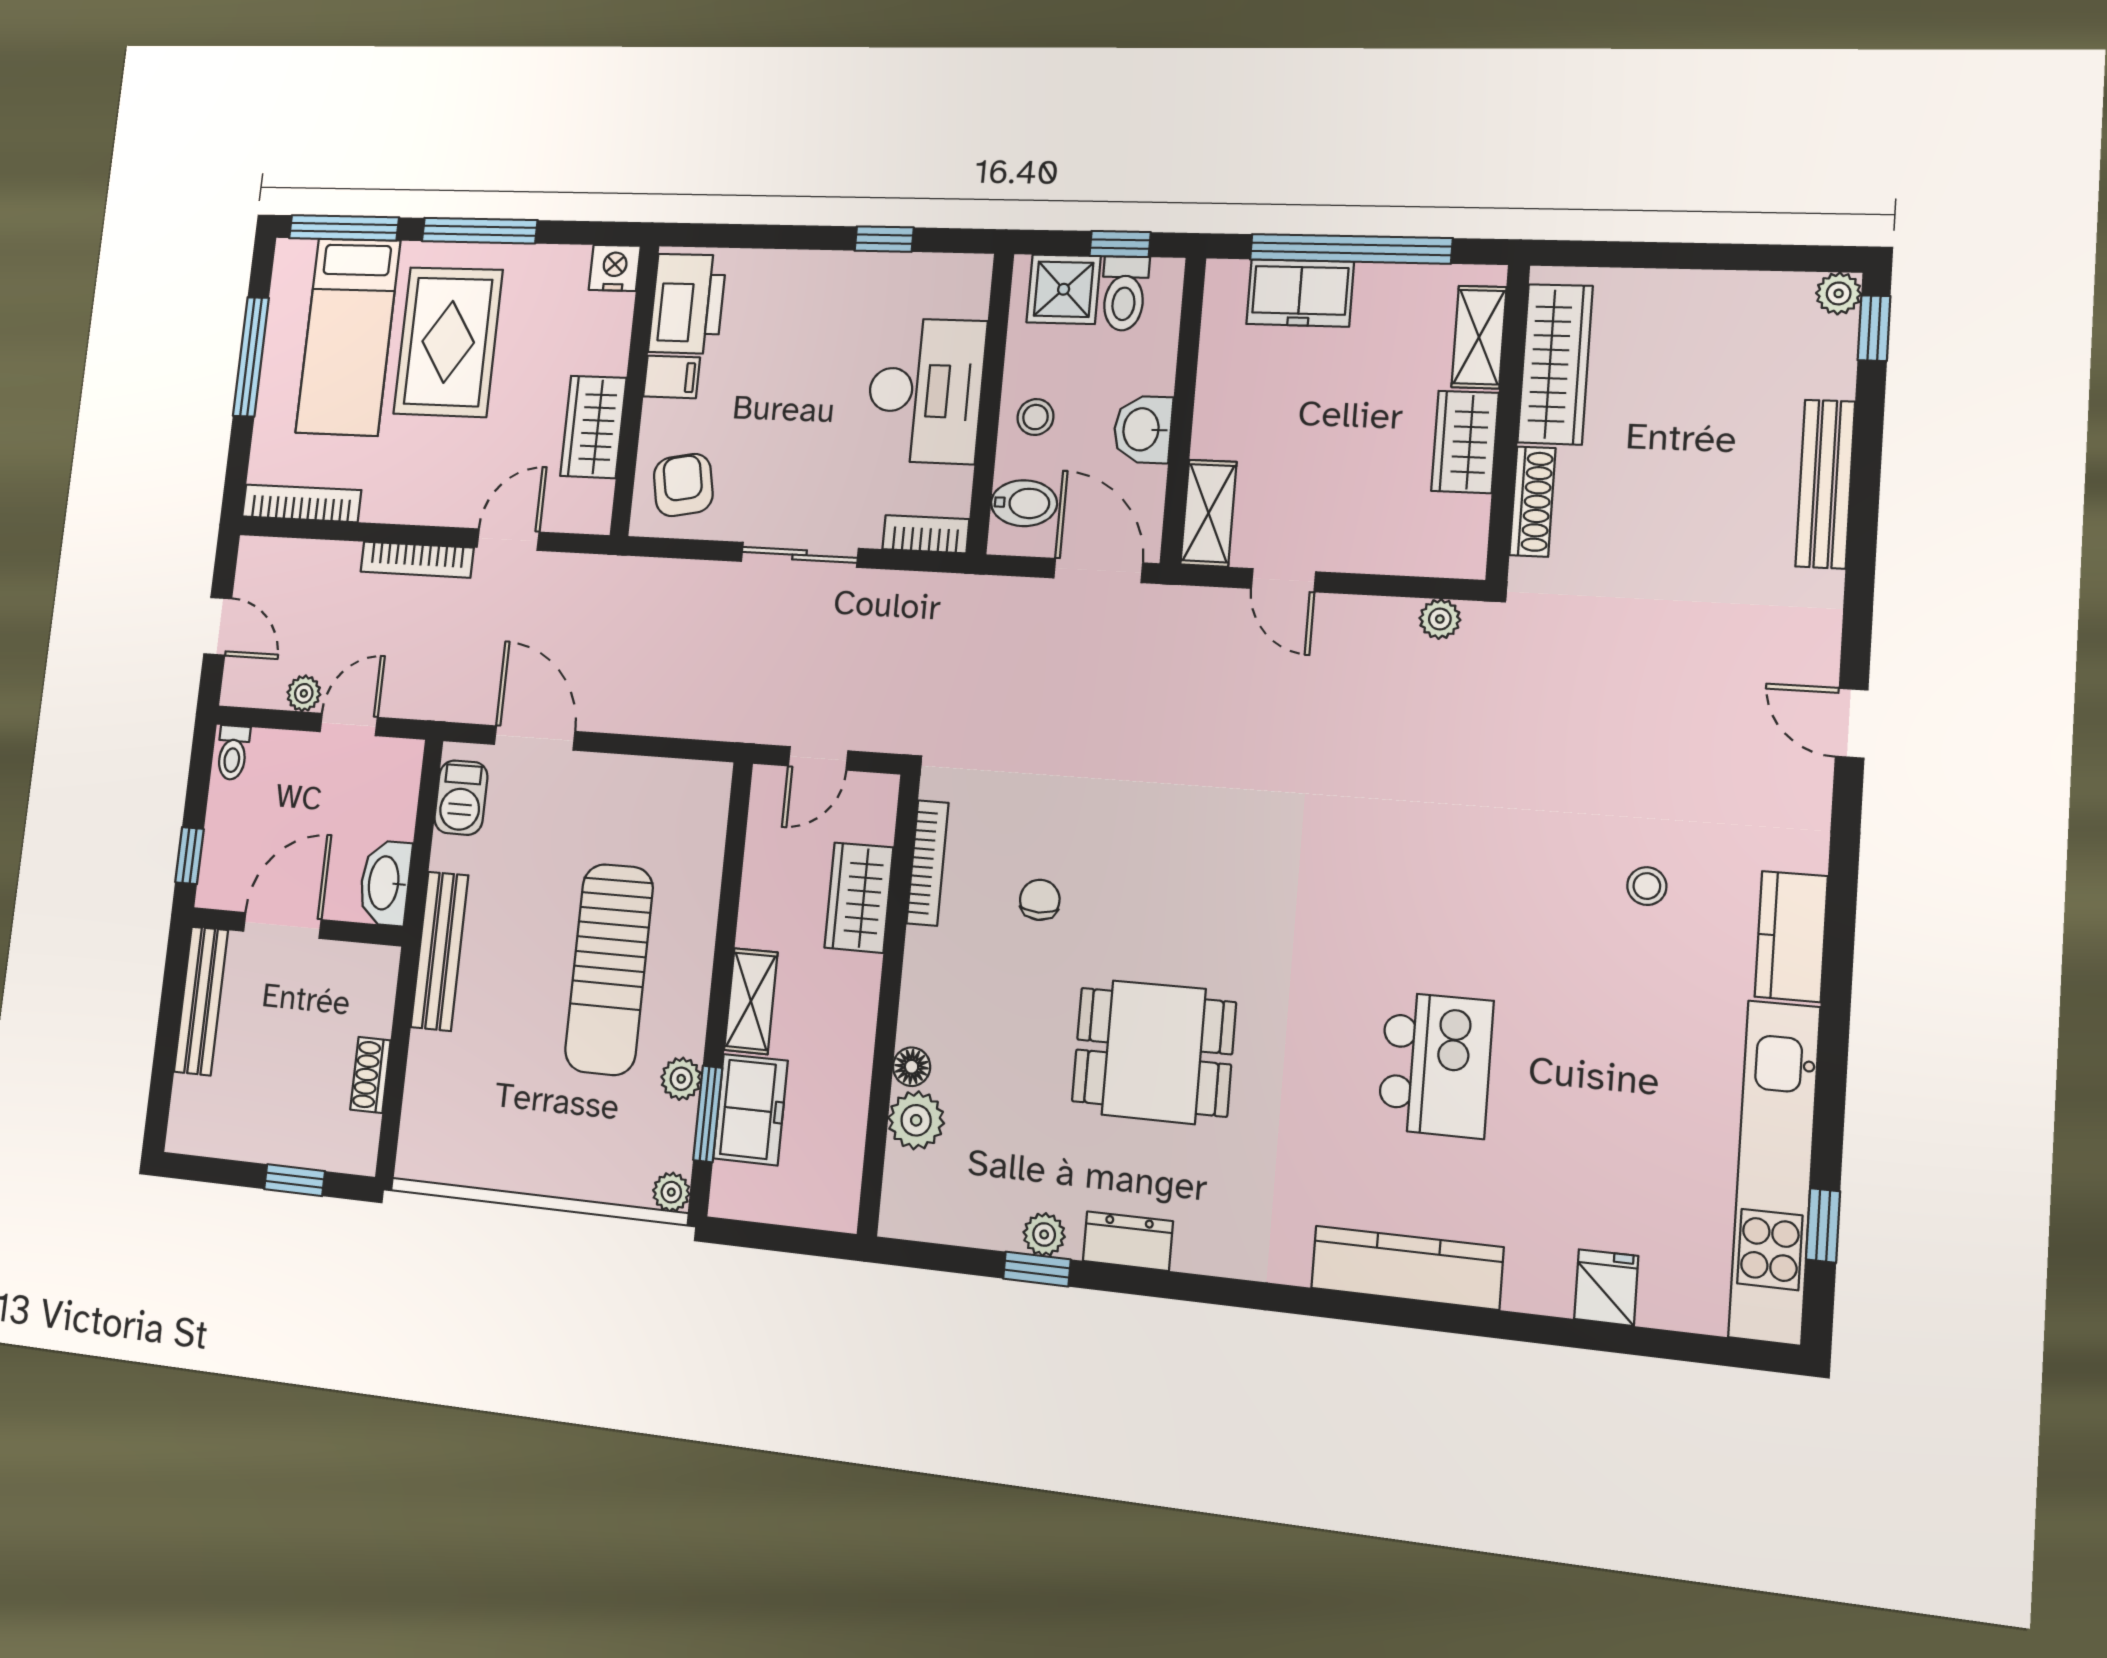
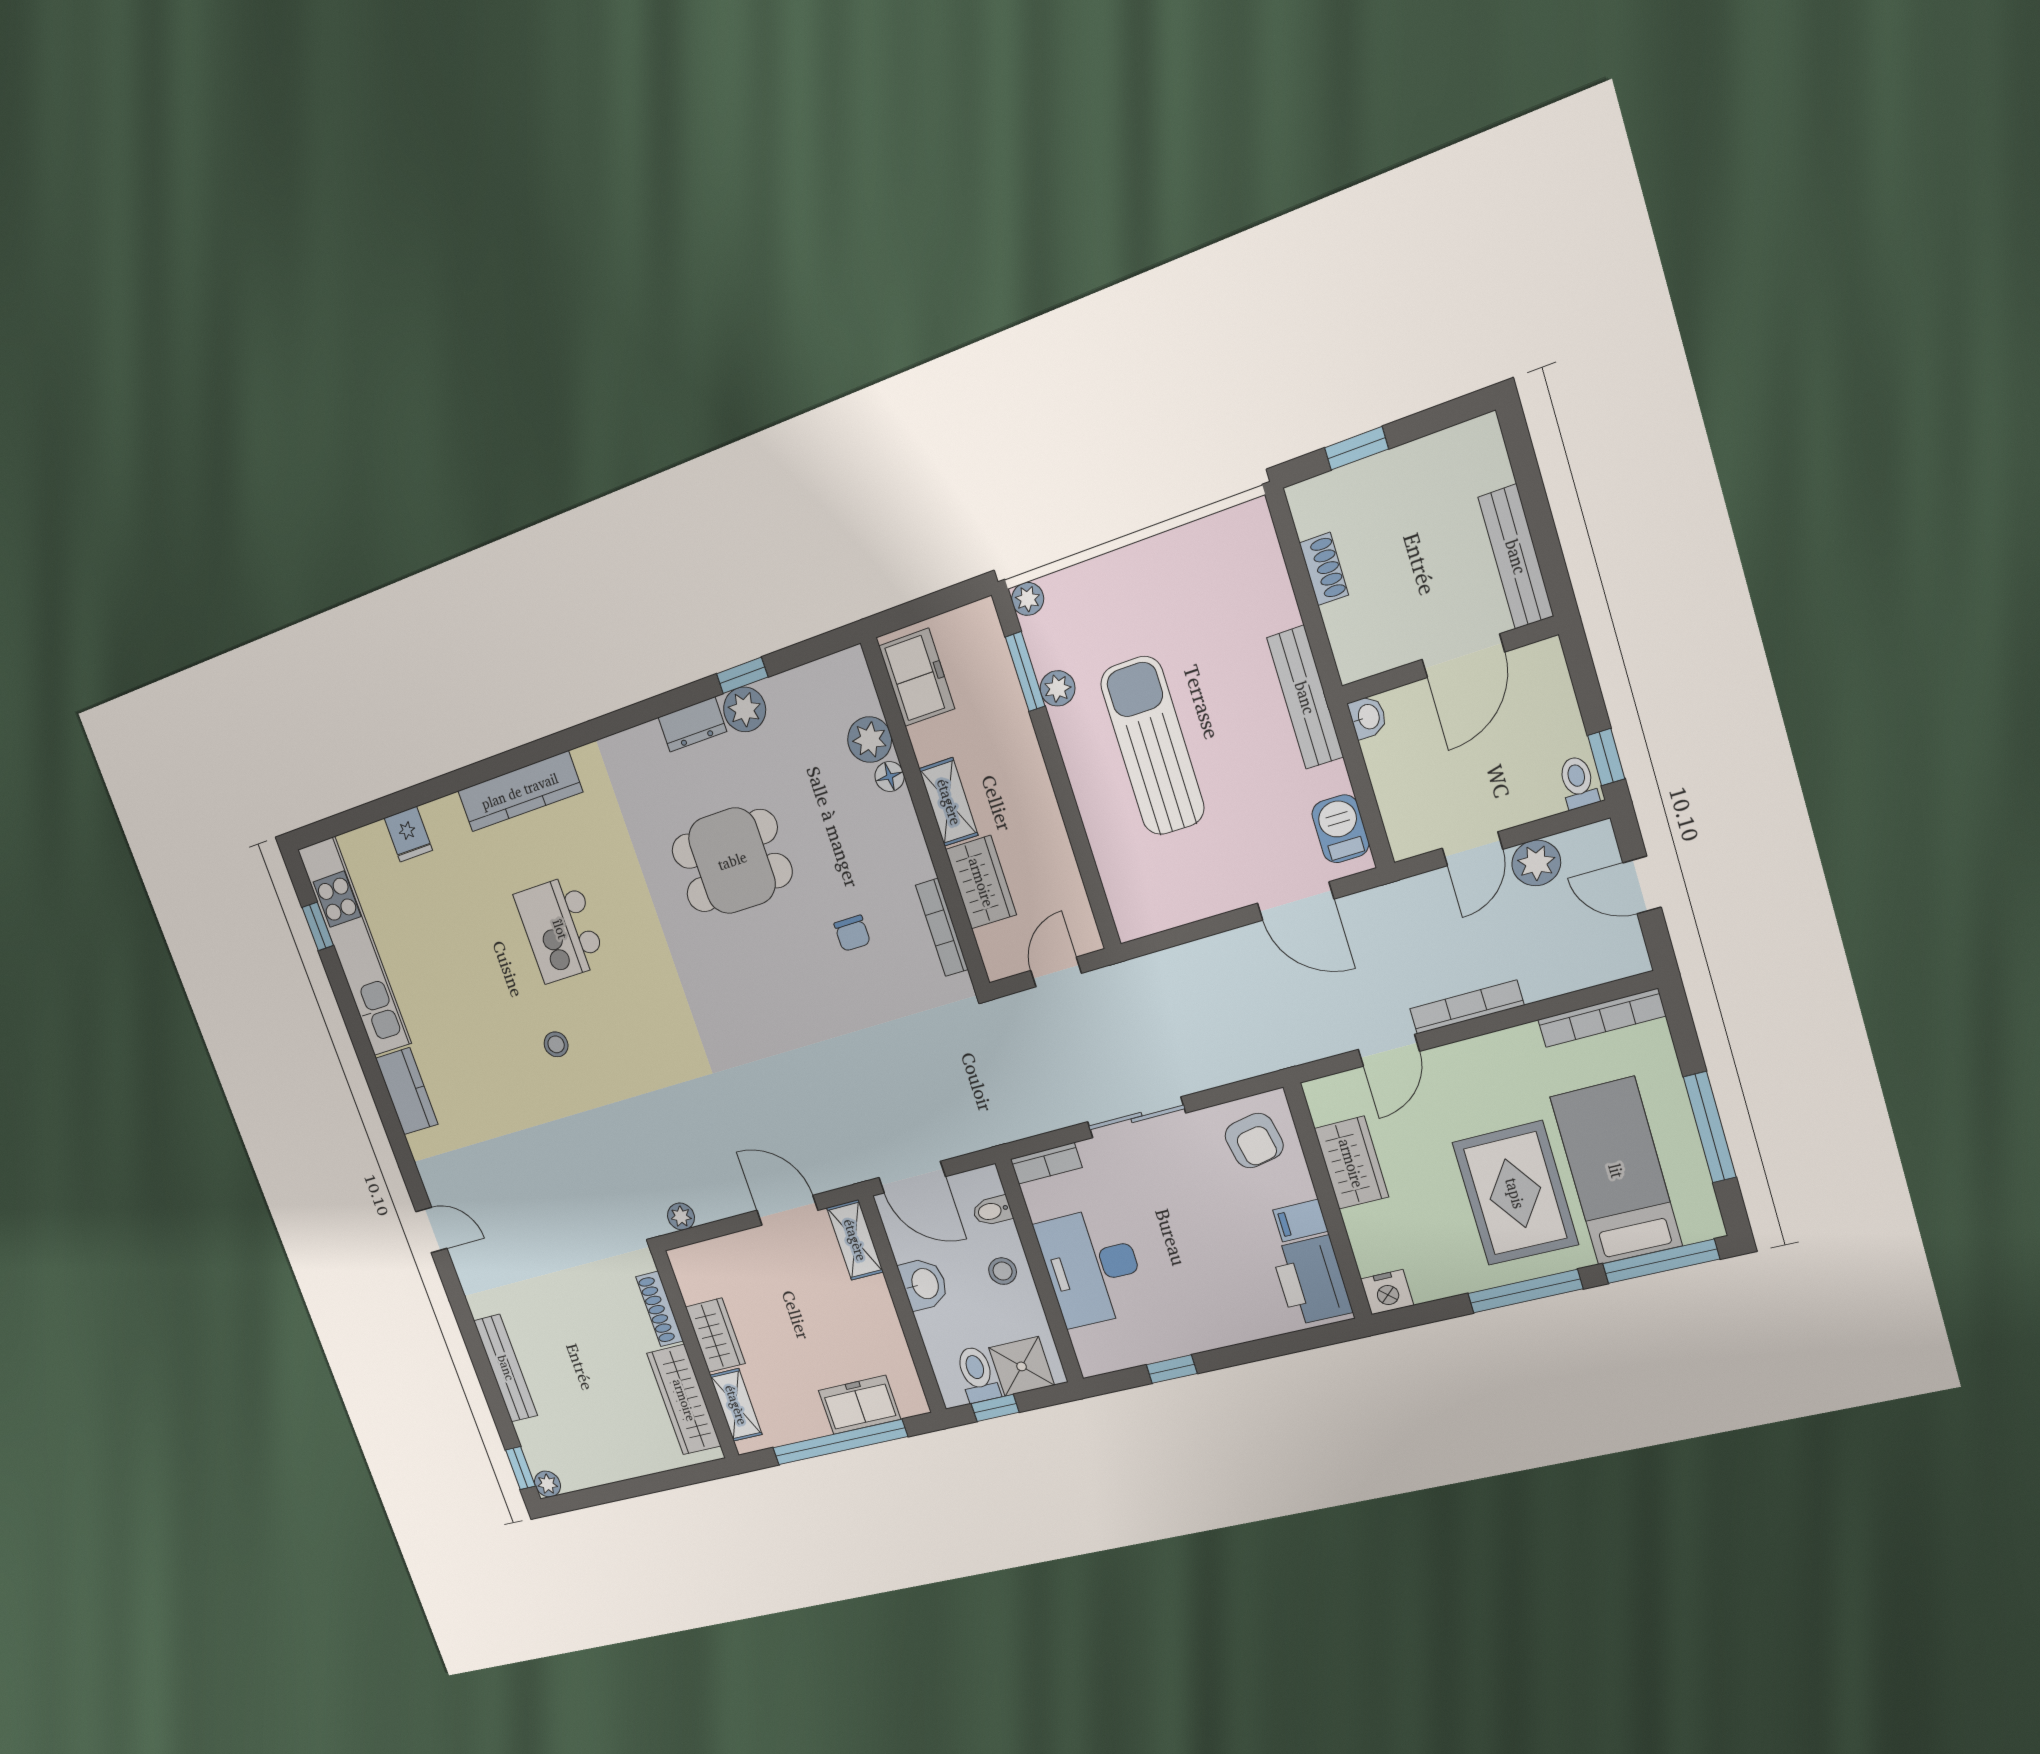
bidet: (1024, 503) -> (992, 1211), width x0.72, depth x0.74
door: (1283, 580) -> (787, 1210), width x1.38
plant: (304, 693) -> (1536, 863), width x1.38, depth x1.38
window: (189, 856) -> (1606, 757), moved
washbasin: (385, 883) -> (1368, 717), width x0.52, depth x0.69
stool: (1647, 886) -> (556, 1044), moved
shelving: (751, 1001) -> (949, 802), moved
freezer: (750, 1110) -> (917, 677), moved, turned 180
plant: (1044, 1234) -> (745, 709), width x1.38, depth x1.38

